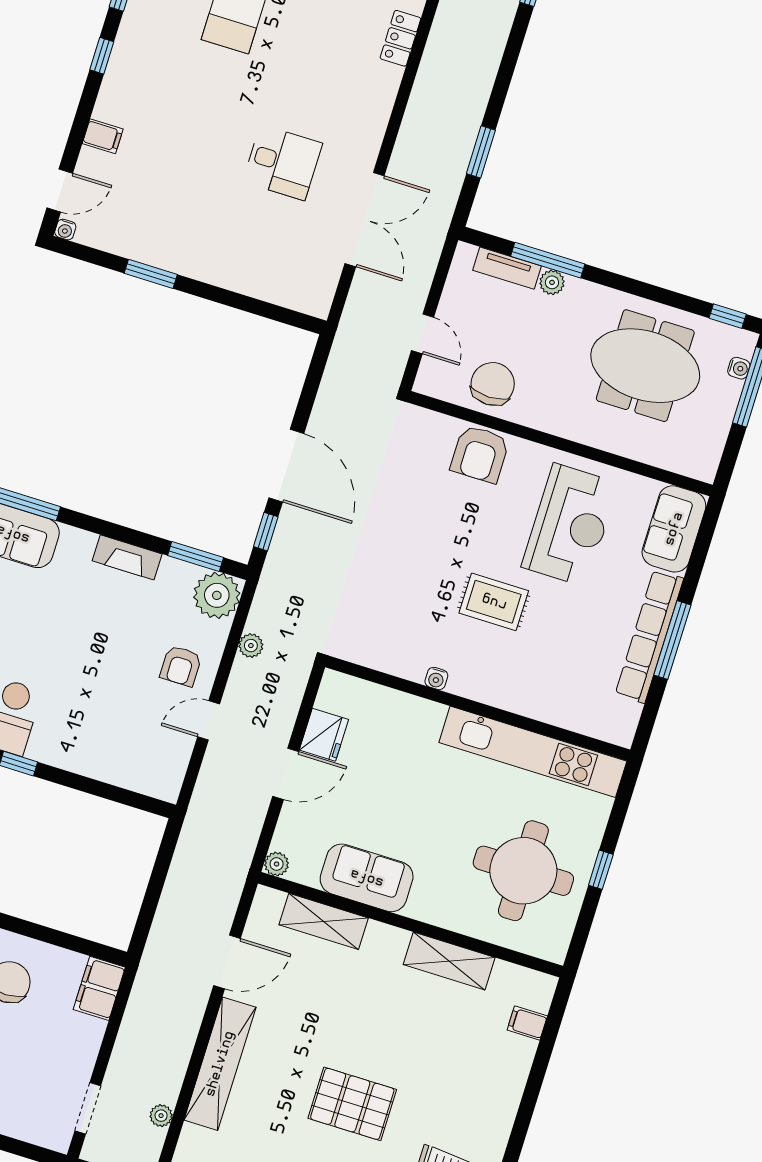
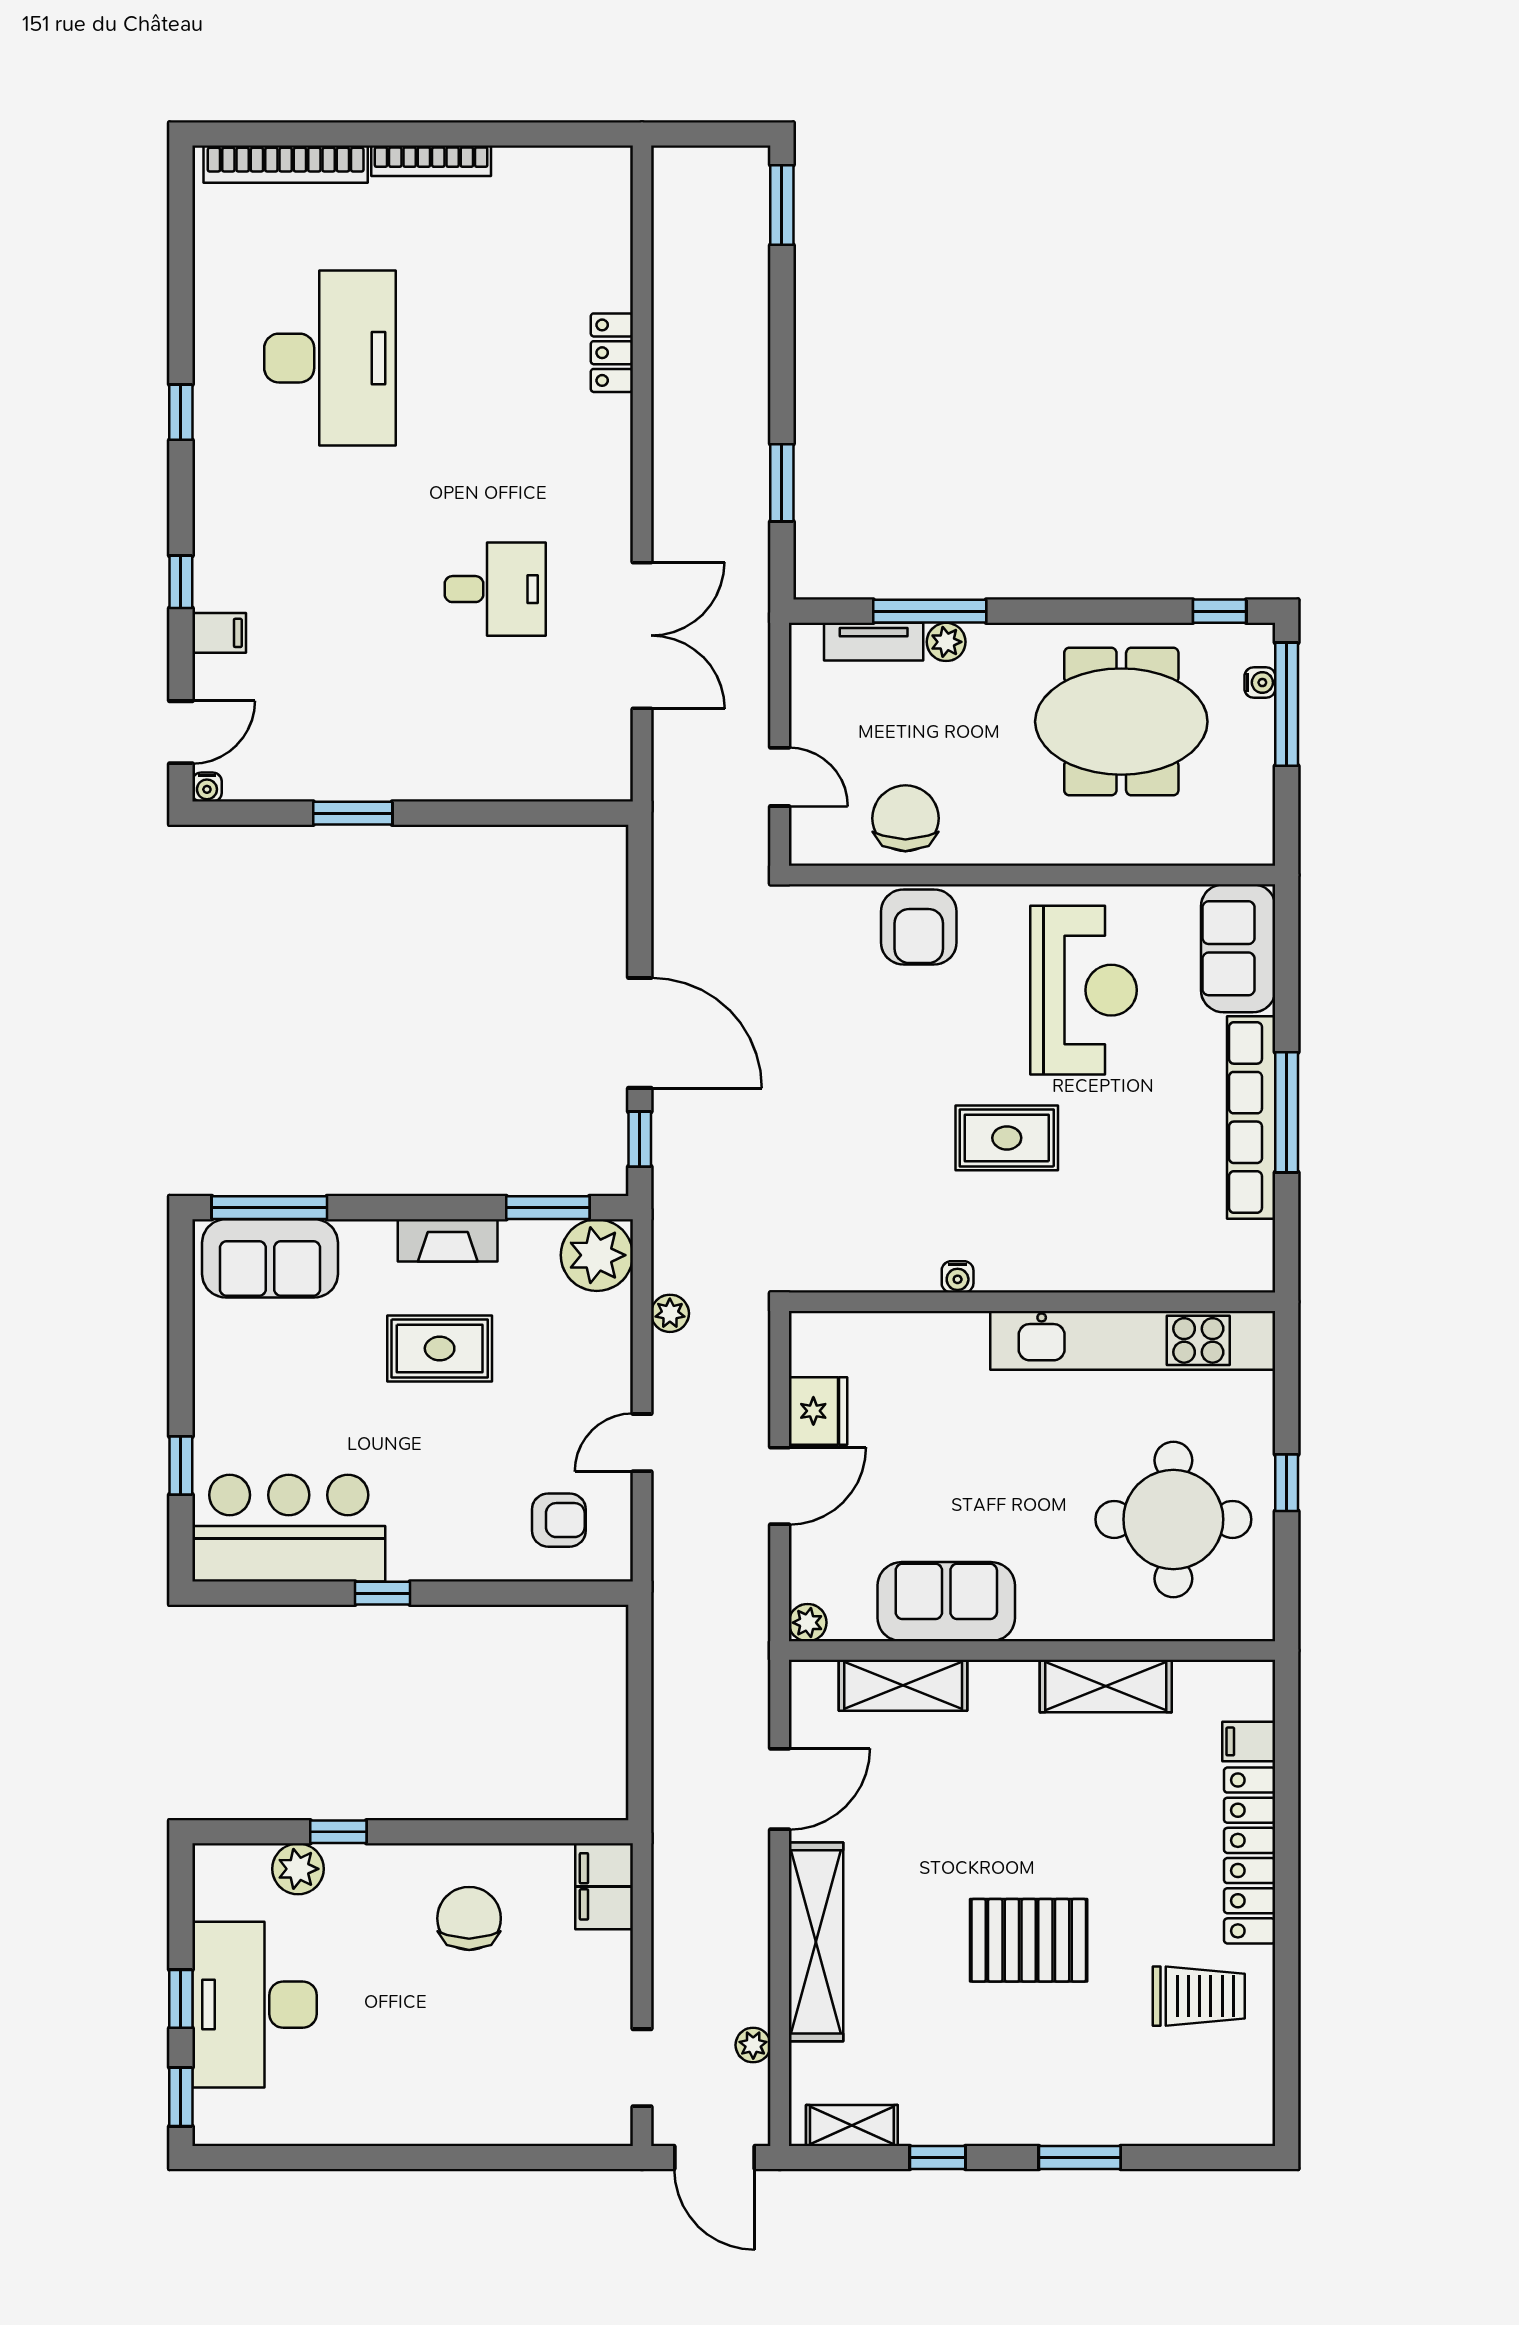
window: (102, 56) -> (181, 582), moved
rug: (101, 623) -> (440, 1348), added
armchair: (181, 666) -> (559, 1520), moved, turned -90
locker: (506, 1094) -> (1250, 1855), added

